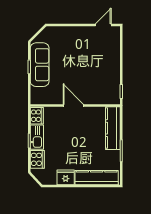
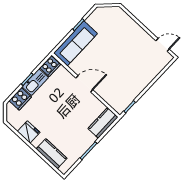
sofa: (40, 65) -> (75, 43), moved
door: (73, 105) -> (84, 84), hinge flipped
kitchen counter: (113, 128) -> (103, 123), width x0.67
kitchen counter: (97, 178) -> (52, 154), width x0.67

